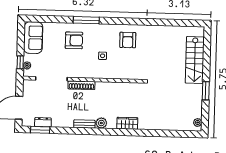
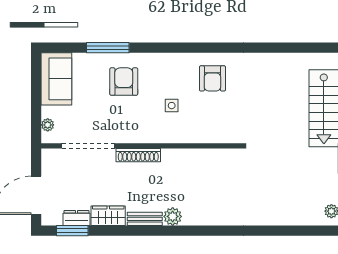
window: (86, 20) -> (108, 48), moved
armchair: (74, 40) -> (124, 82), turned -90
window: (20, 62) -> (36, 120), removed
wardrobe: (127, 123) -> (108, 216), moved

